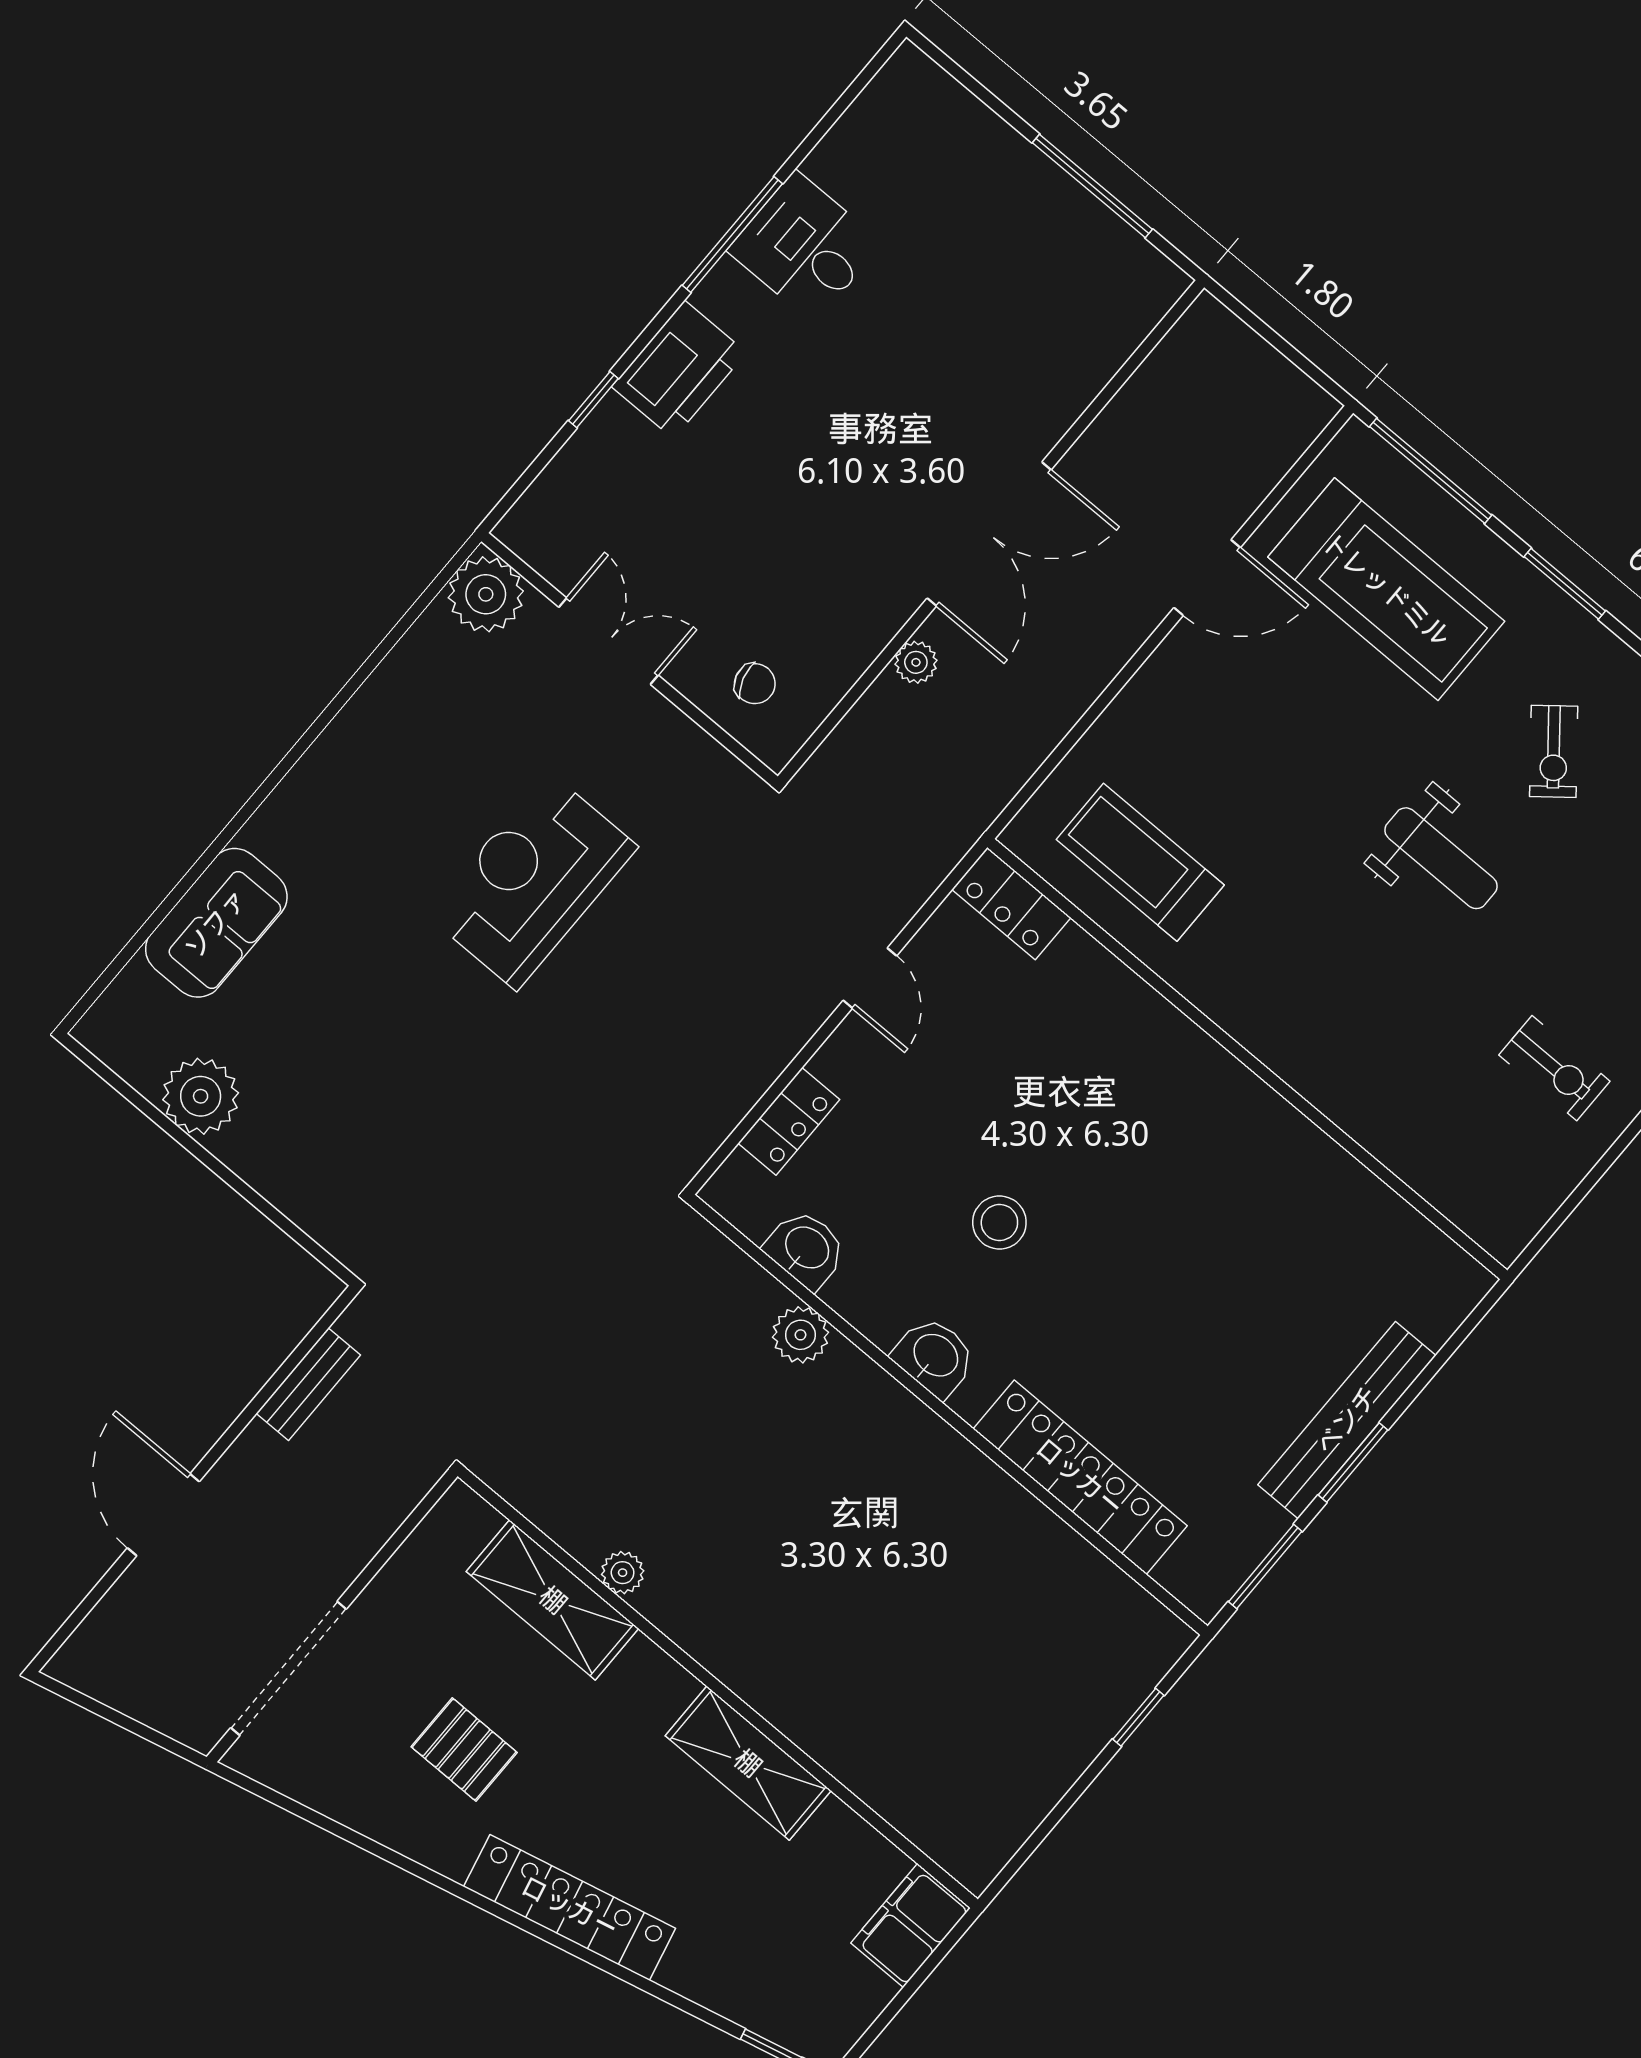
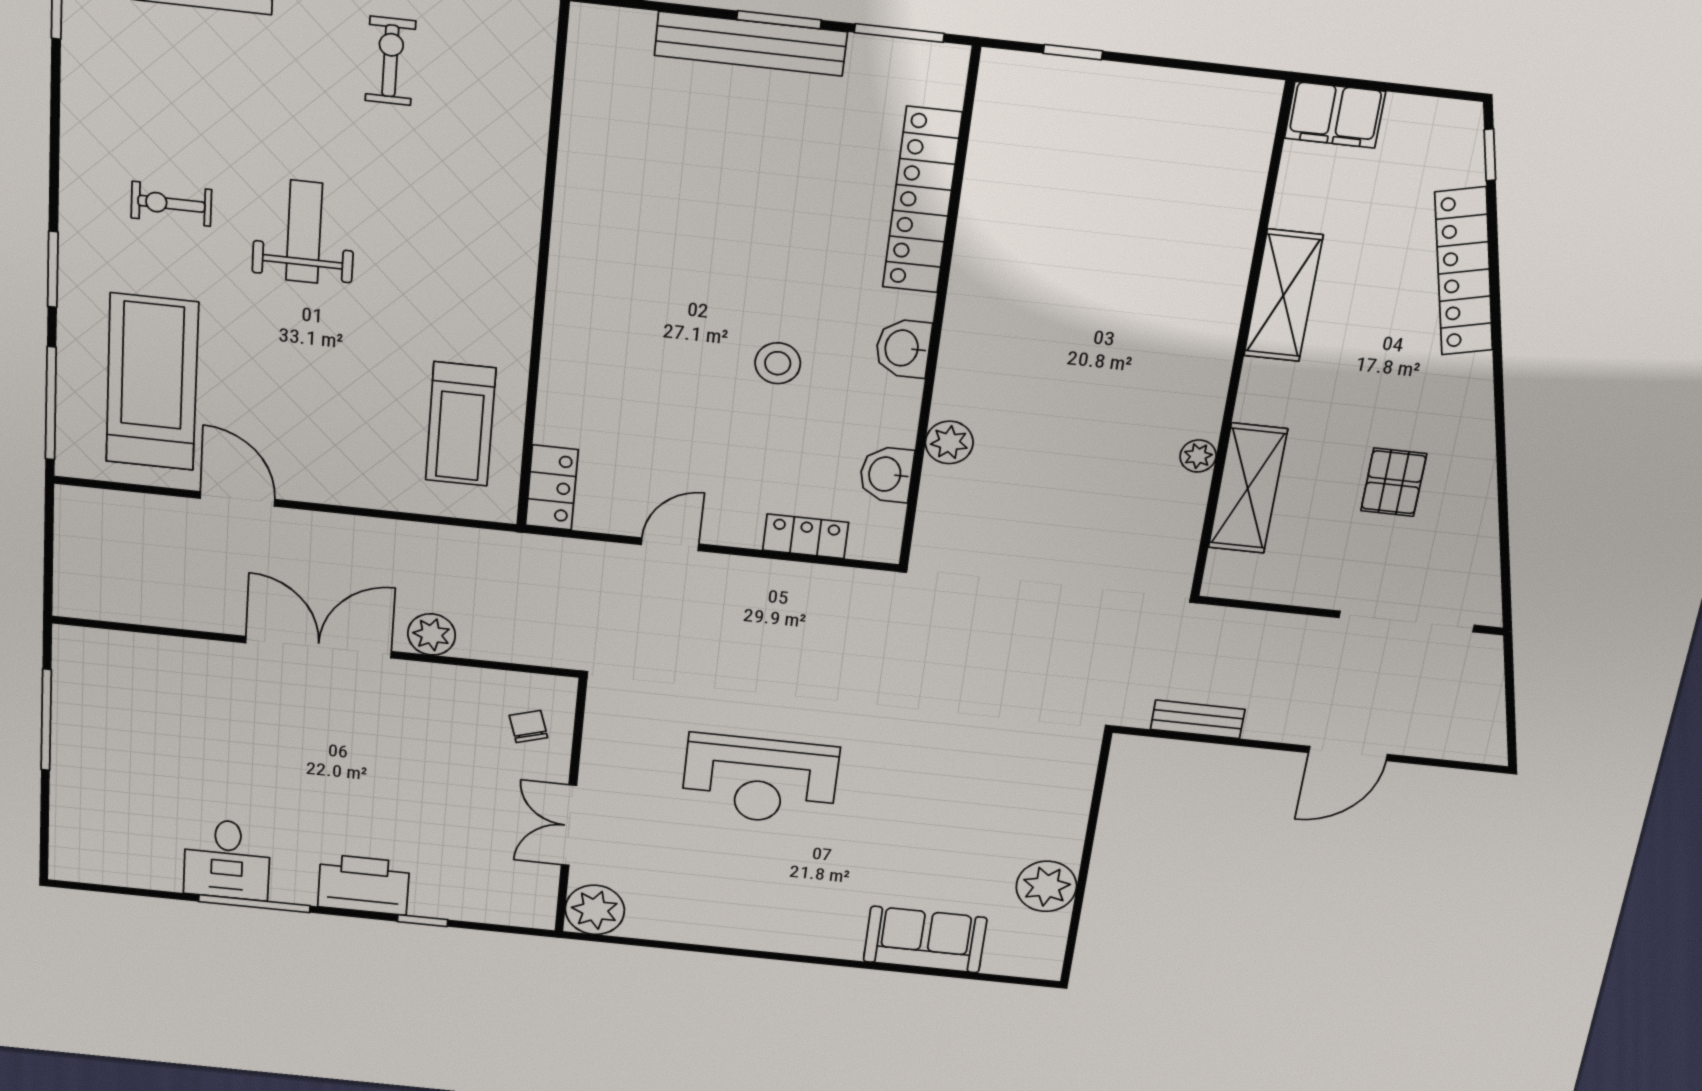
plant: (916, 662) -> (432, 634), width x1.38, depth x1.38
exercise bike: (1554, 751) -> (171, 204), turned -141
locker: (570, 1907) -> (1464, 272), moved

